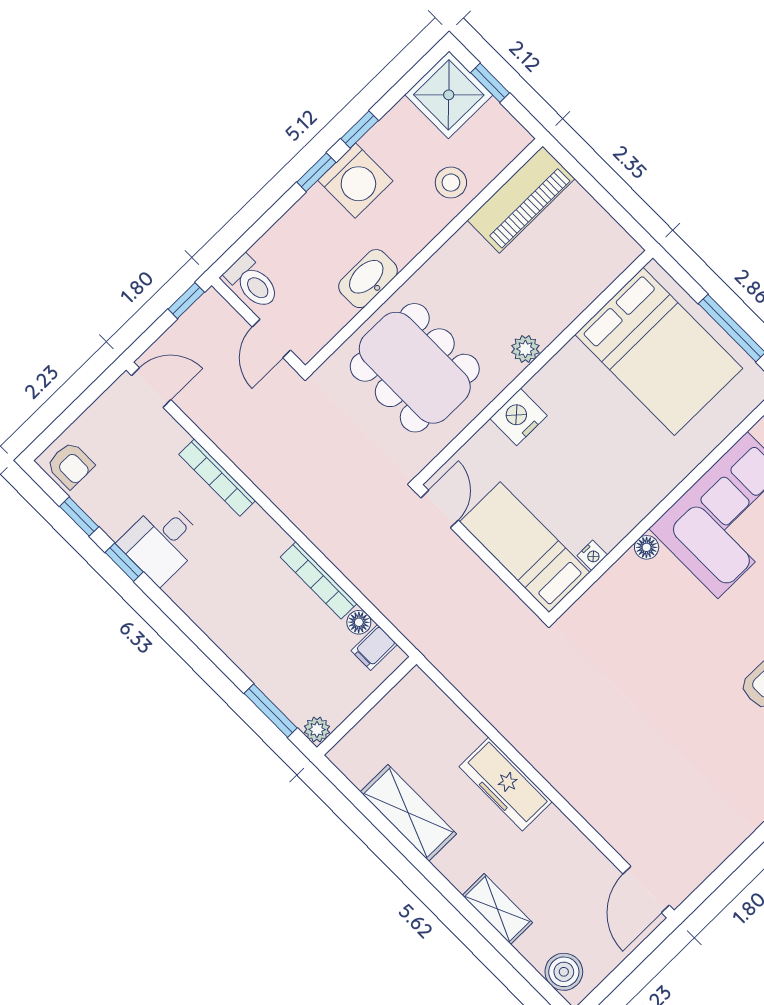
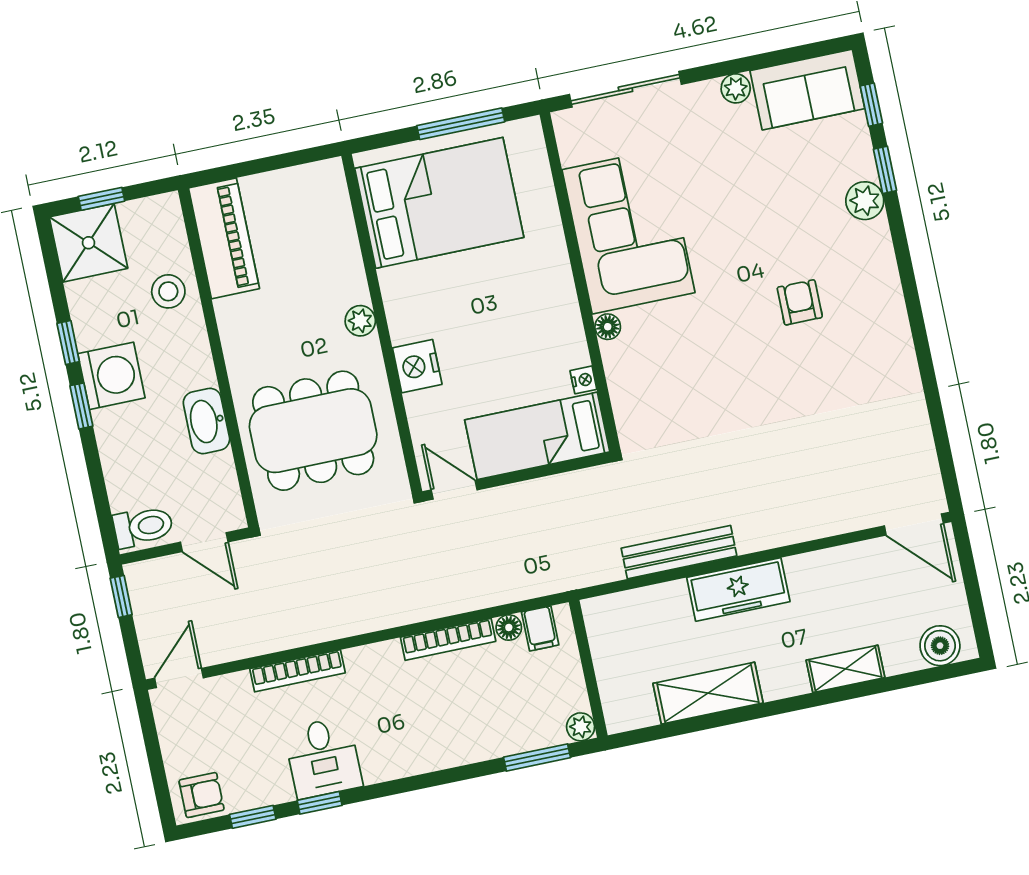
bench: (505, 718) -> (679, 552), added

